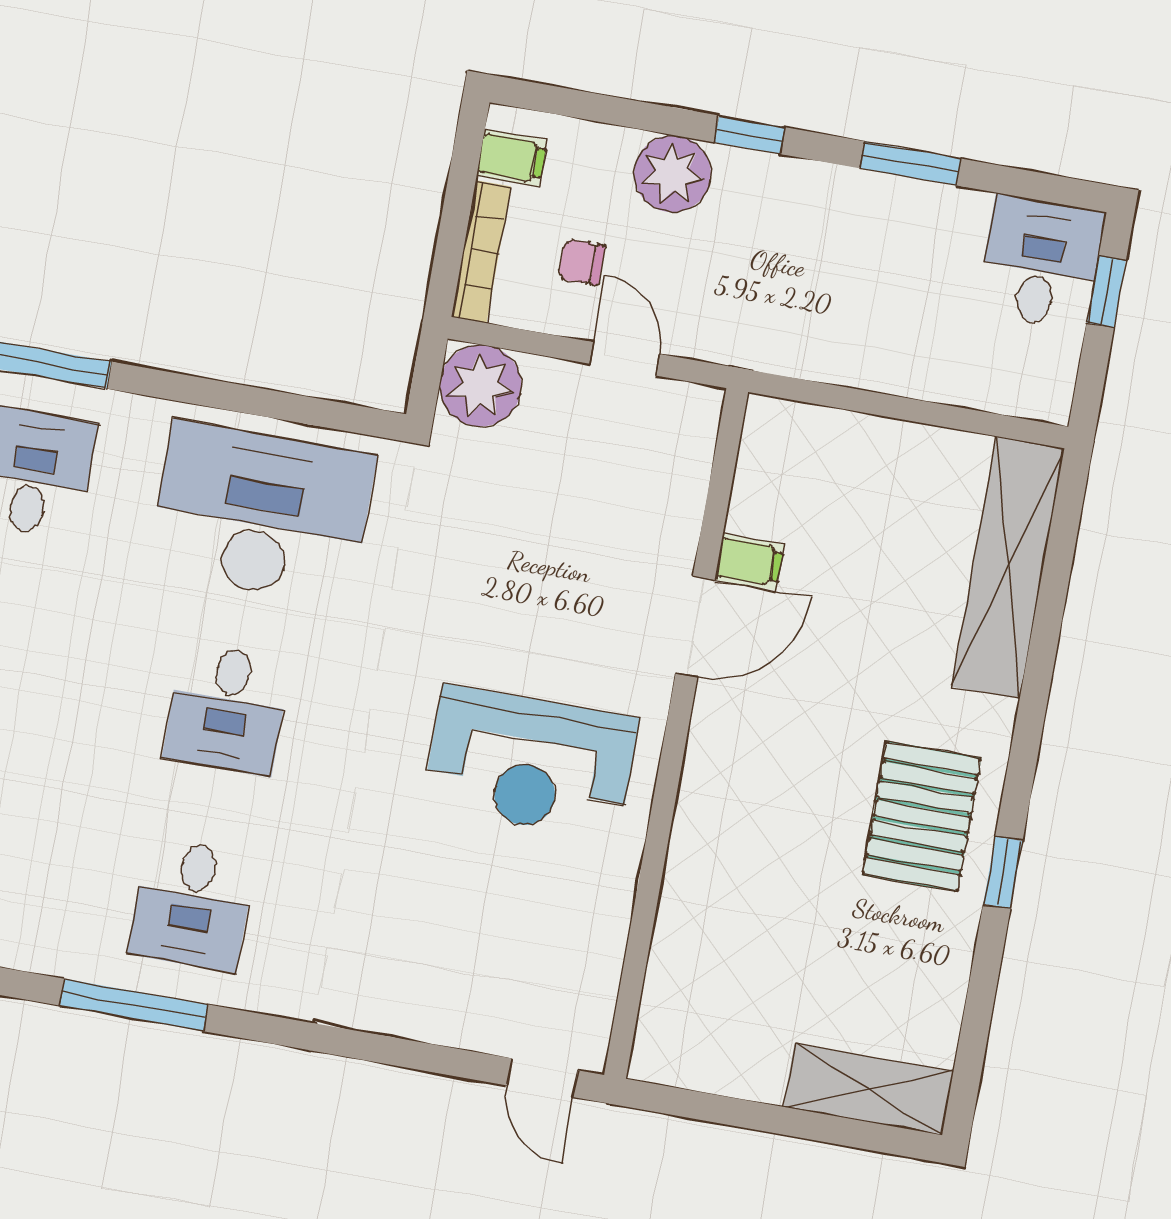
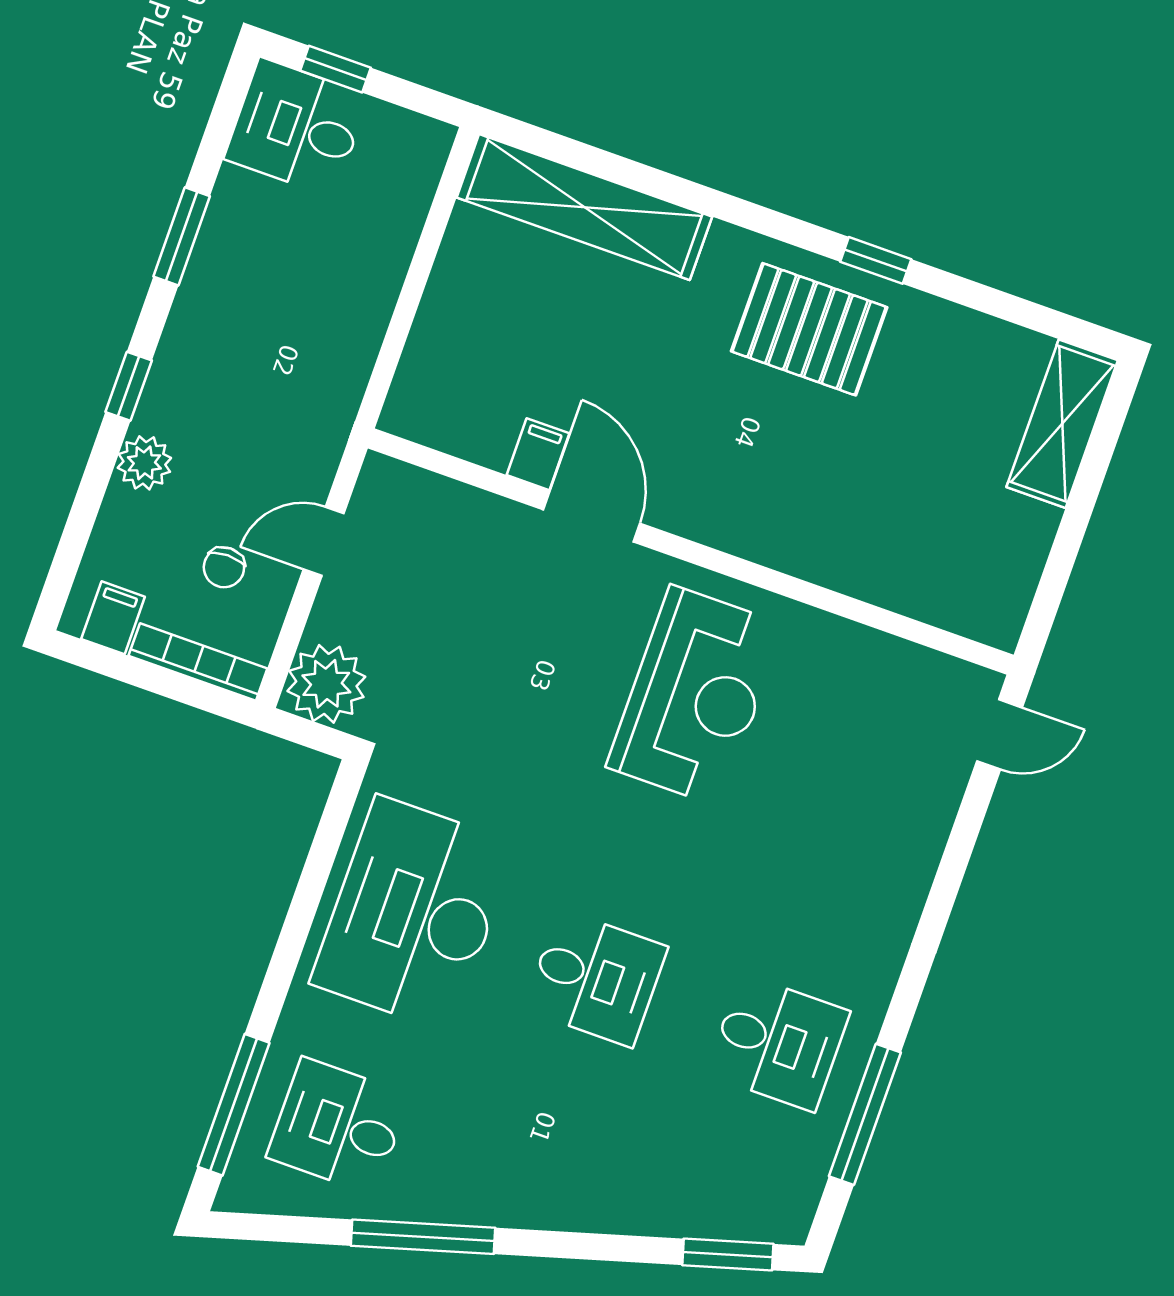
plant: (673, 174) -> (144, 463), width x0.73, depth x0.73

